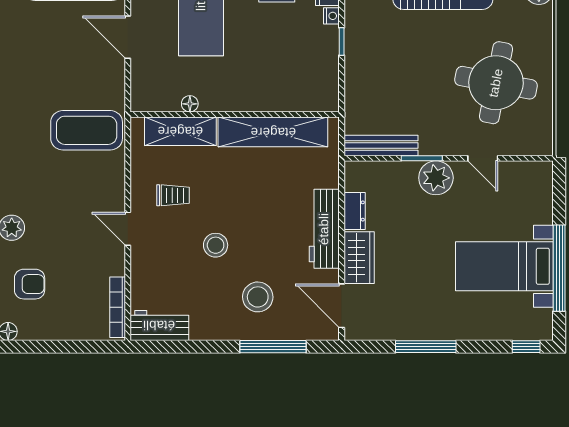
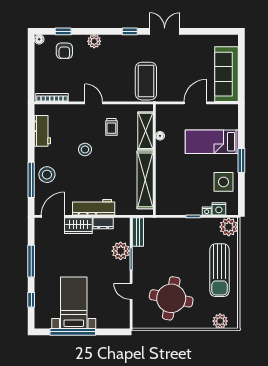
bench: (381, 145) -> (138, 232), width x0.73
door: (483, 158) -> (131, 291), hinge flipped
plant: (436, 178) -> (121, 251), moved
door: (128, 229) -> (94, 103), hinge flipped
stool: (258, 297) -> (47, 175), moved
workbench: (159, 325) -> (42, 131), moved
window: (526, 347) -> (31, 300), moved

